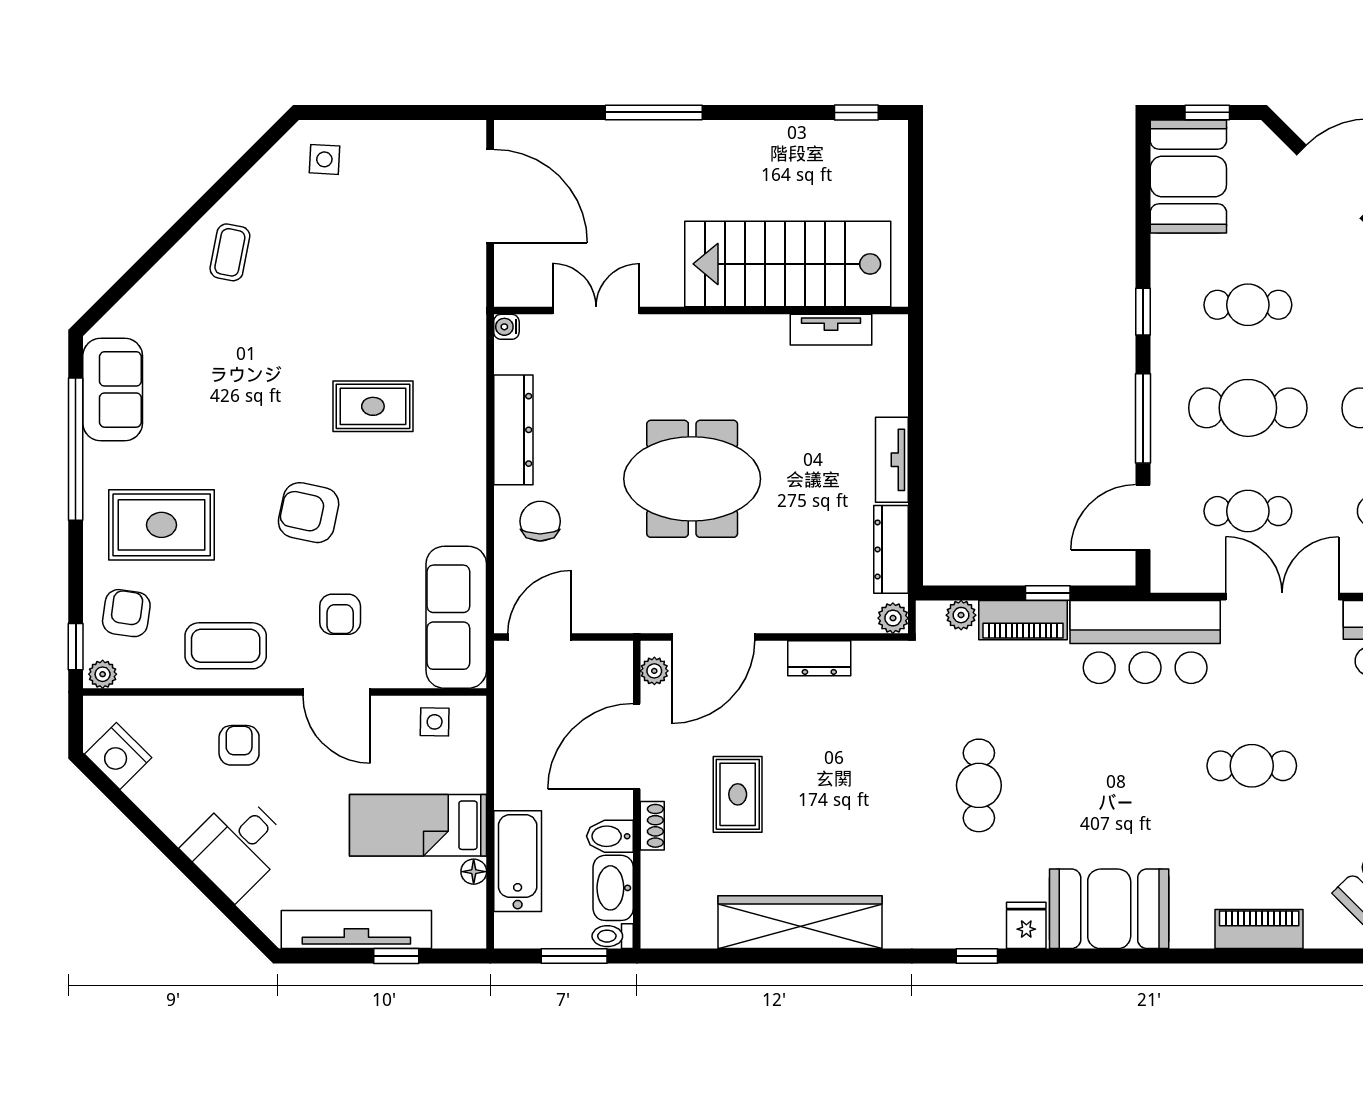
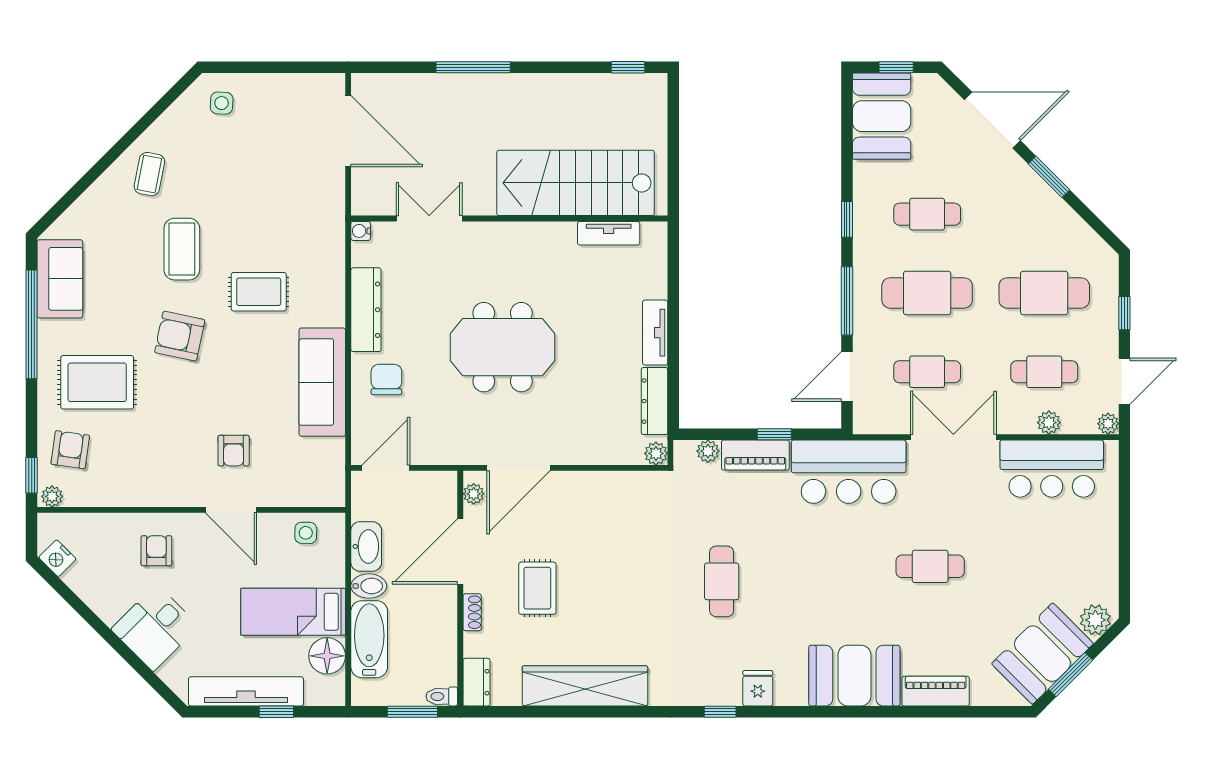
armchair: (309, 513) -> (180, 336), moved
sofa: (456, 617) -> (322, 382), moved
coffee table: (226, 646) -> (182, 249), moved, turned 90
dresser: (819, 658) -> (477, 682), moved, turned -90
nightstand: (118, 756) -> (57, 558), width x0.74, depth x0.75
bidet: (610, 836) -> (369, 586), moved, turned 180
floor lamp: (474, 872) -> (327, 656), width x1.89, depth x1.89
washbasin: (613, 888) -> (366, 546), moved, turned 180
booth: (1109, 909) -> (854, 676), moved

